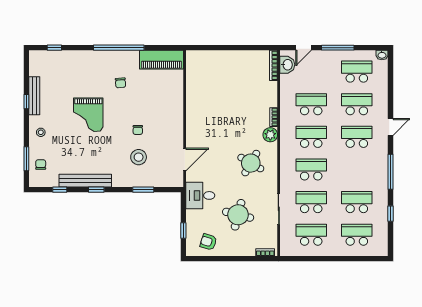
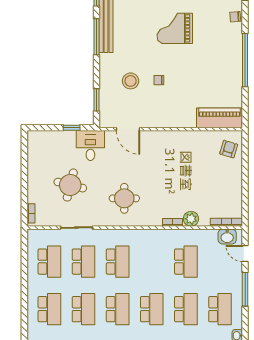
piano: (161, 60) -> (220, 118), moved, turned 90
chair: (121, 83) -> (235, 17), moved
plant: (270, 135) -> (191, 219), moved
school desk: (311, 137) -> (118, 309), moved
round table: (251, 163) -> (124, 198), turned -30
window: (96, 190) -> (97, 37), width x2.17
window: (143, 190) -> (97, 100), moved
window: (183, 231) -> (72, 128), moved
armchair: (208, 242) -> (229, 149), moved

